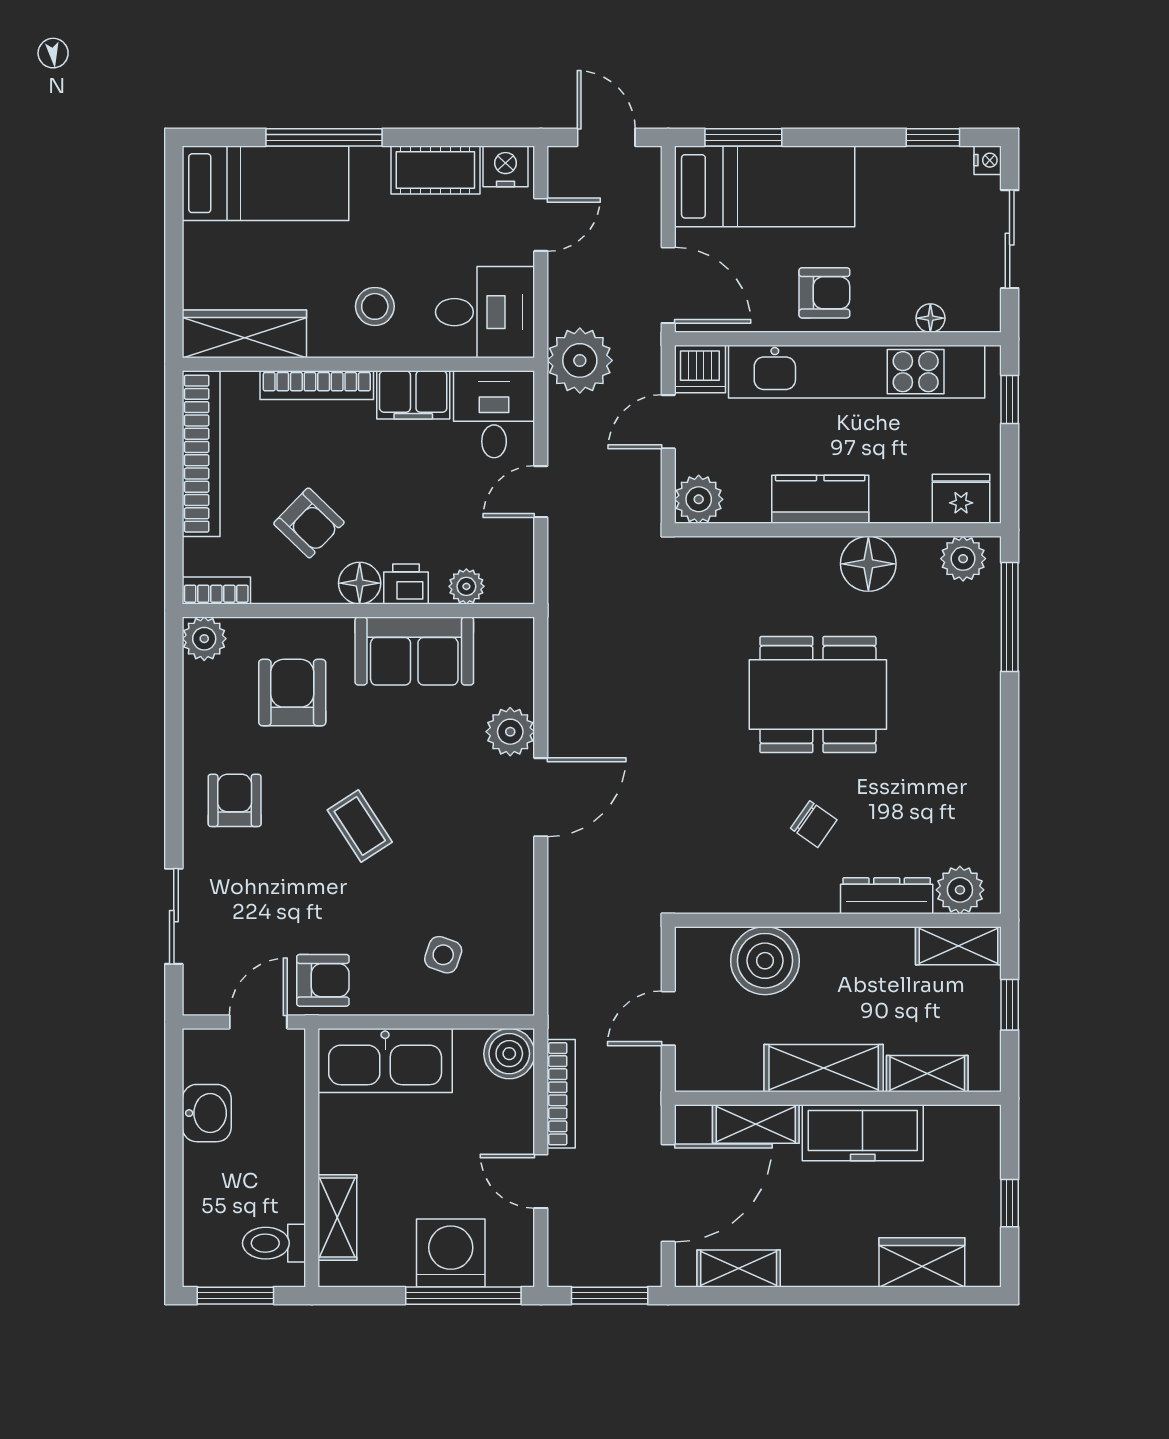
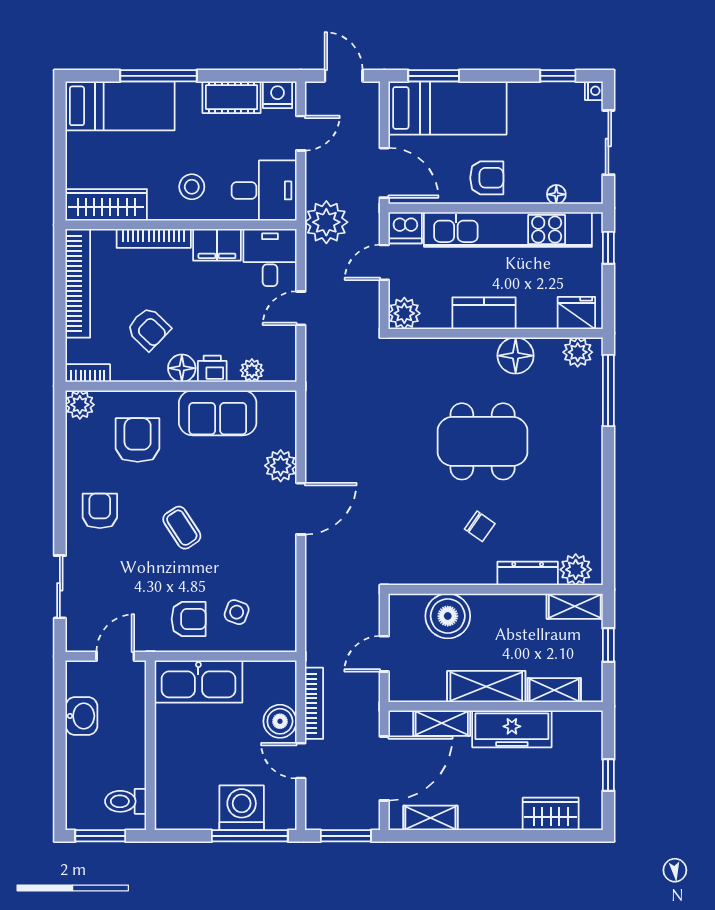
armchair: (323, 980) -> (189, 619), moved
boiler: (509, 1054) -> (280, 721), moved
shelving: (337, 1218) -> (167, 785), removed

